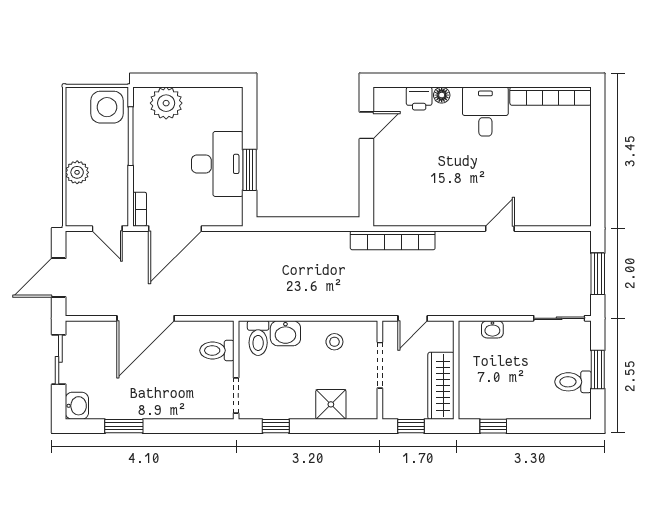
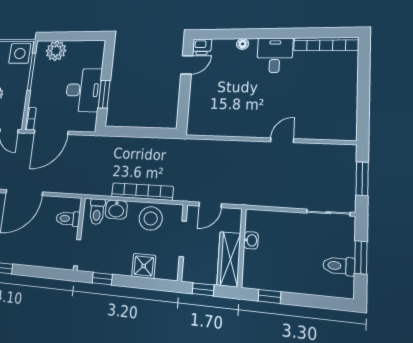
printer: (419, 99) -> (202, 47), moved
bookcase: (393, 240) -> (142, 192), moved, turned 180
washbasin: (492, 329) -> (251, 240), moved, turned -90
stool: (334, 342) -> (151, 218), width x1.89, depth x1.89

